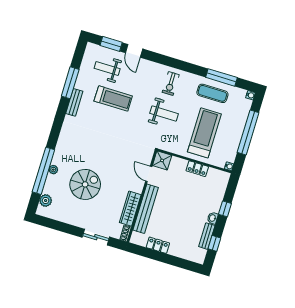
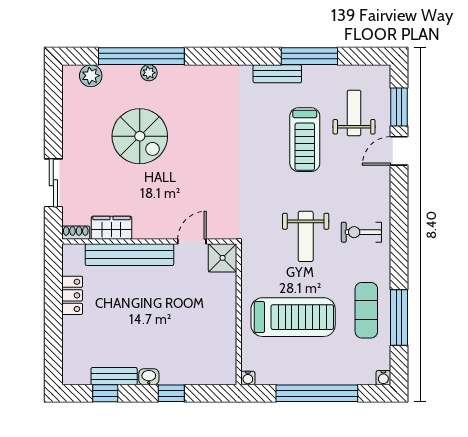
locker: (197, 169) -> (227, 324), removed
wardrobe: (130, 209) -> (111, 228), width x0.67

